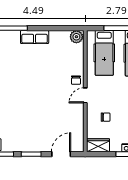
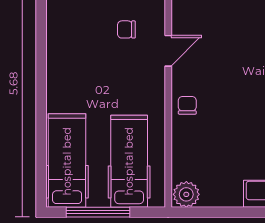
door: (85, 95) -> (168, 51), moved

